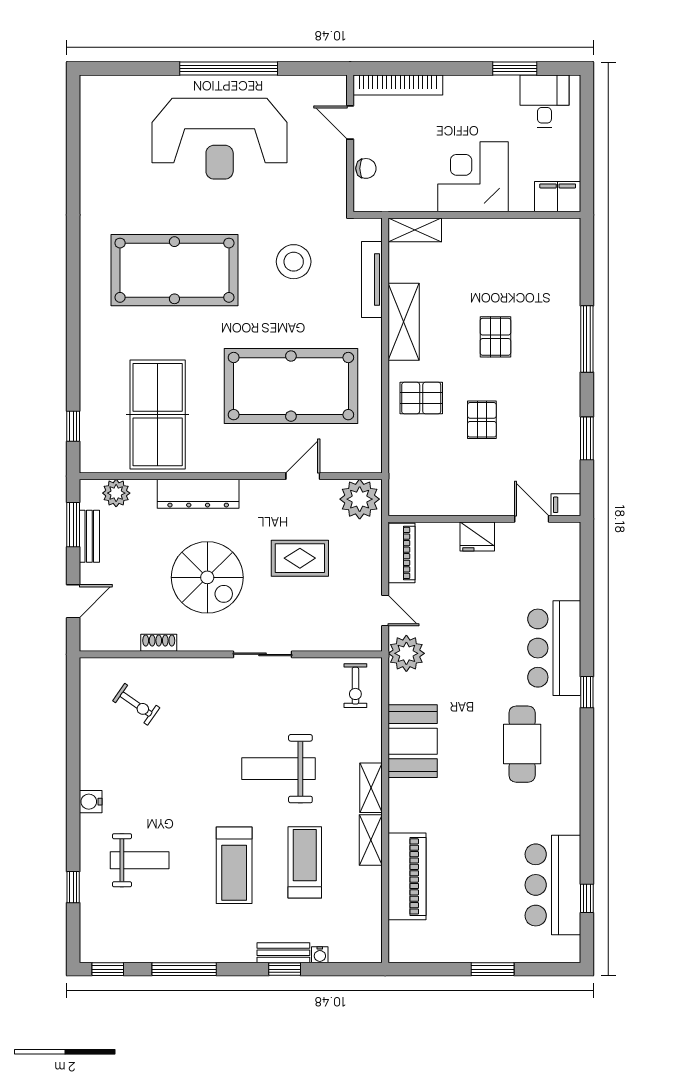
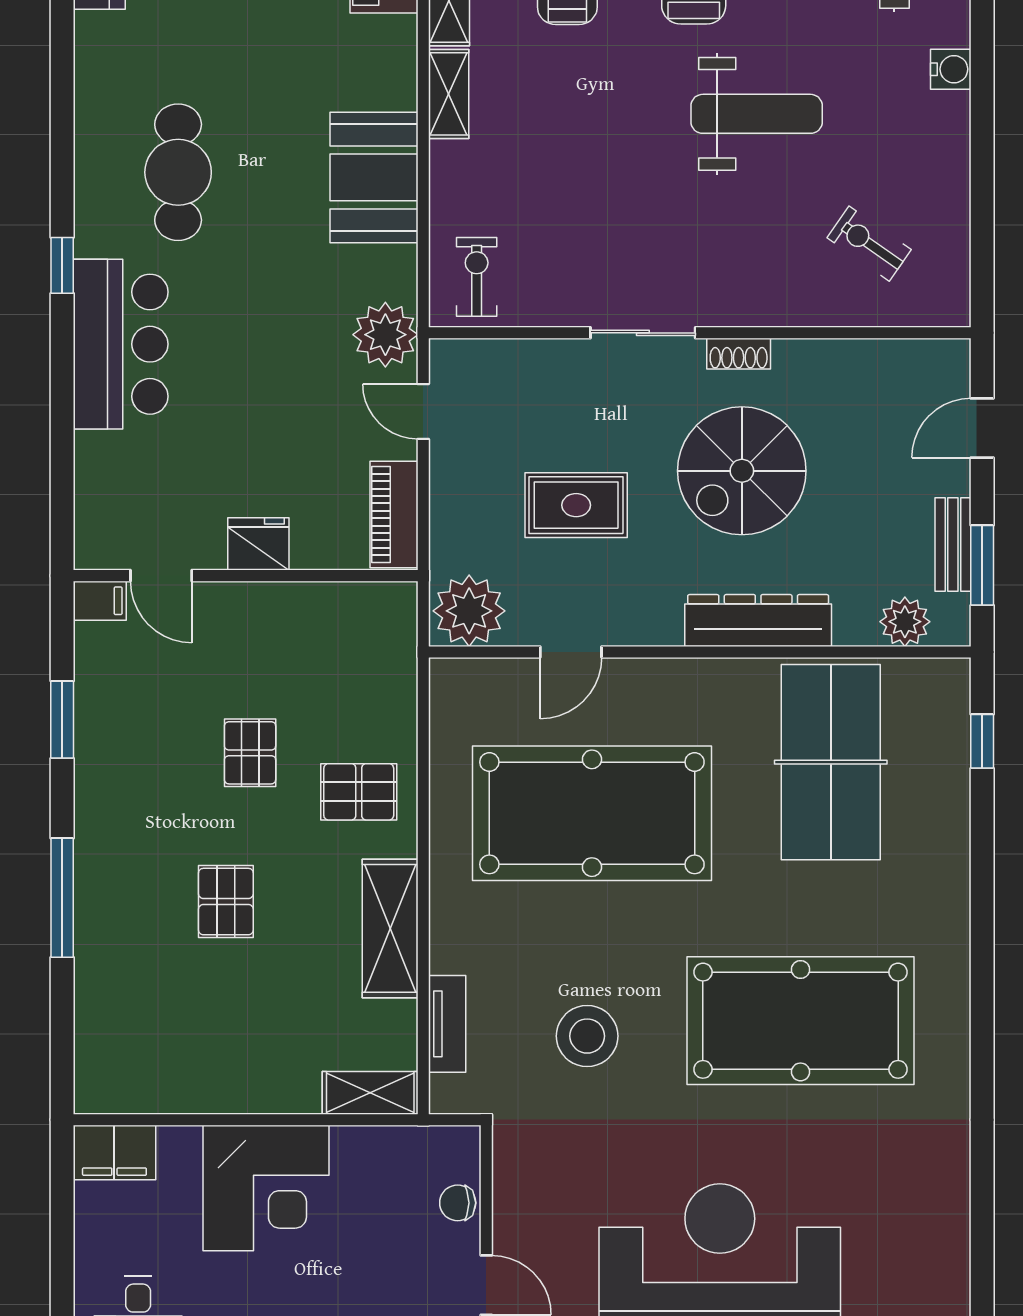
tv unit: (372, 280) -> (447, 1024), width x0.71
spiral stairs: (207, 577) -> (742, 471), turned -90
shoe rack: (159, 643) -> (739, 354), moved
weight bench: (278, 769) -> (757, 114), moved

